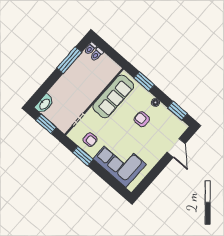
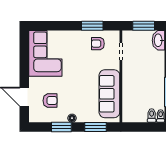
window: (178, 111) -> (61, 127), moved
armchair: (142, 119) -> (50, 101), moved
corner sofa: (120, 162) -> (45, 53), moved, turned -90

